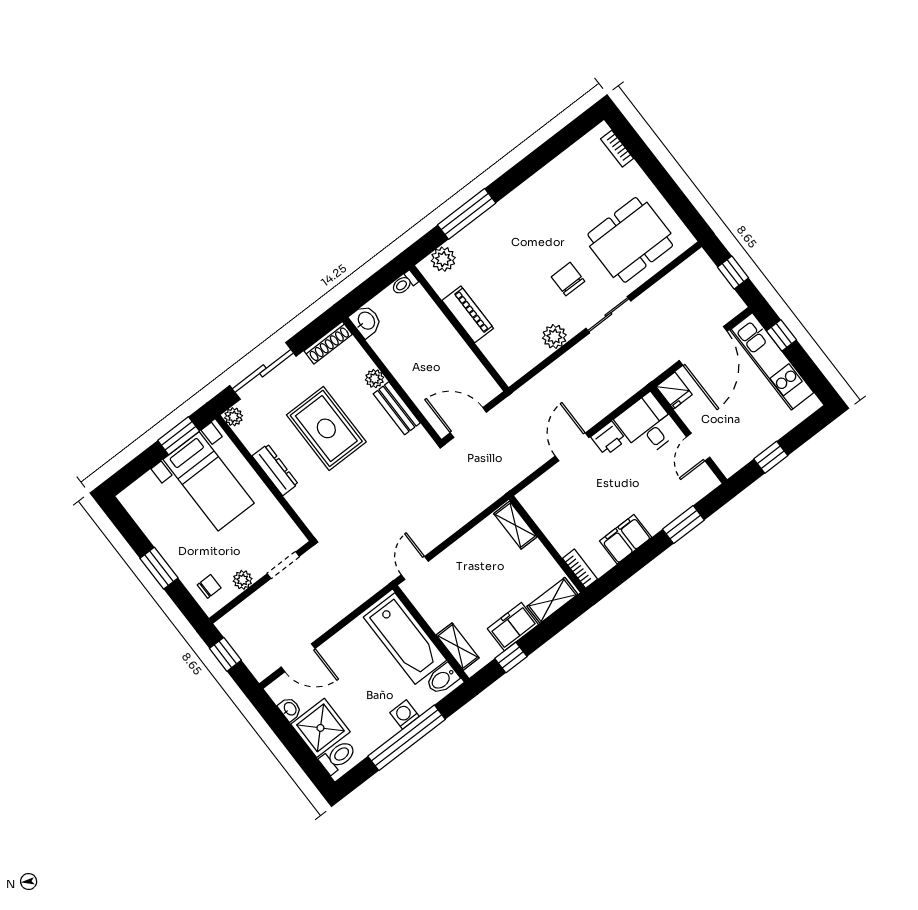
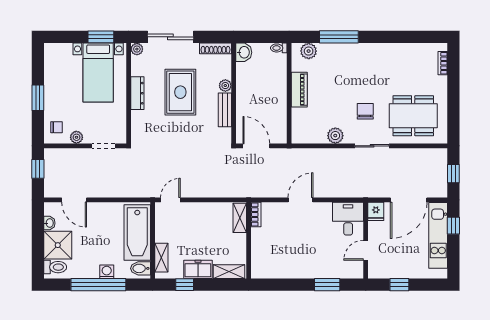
printer: (609, 438) -> (323, 210), removed
filing cabinet: (626, 539) -> (291, 269), removed
bookcase: (580, 569) -> (256, 214), moved

